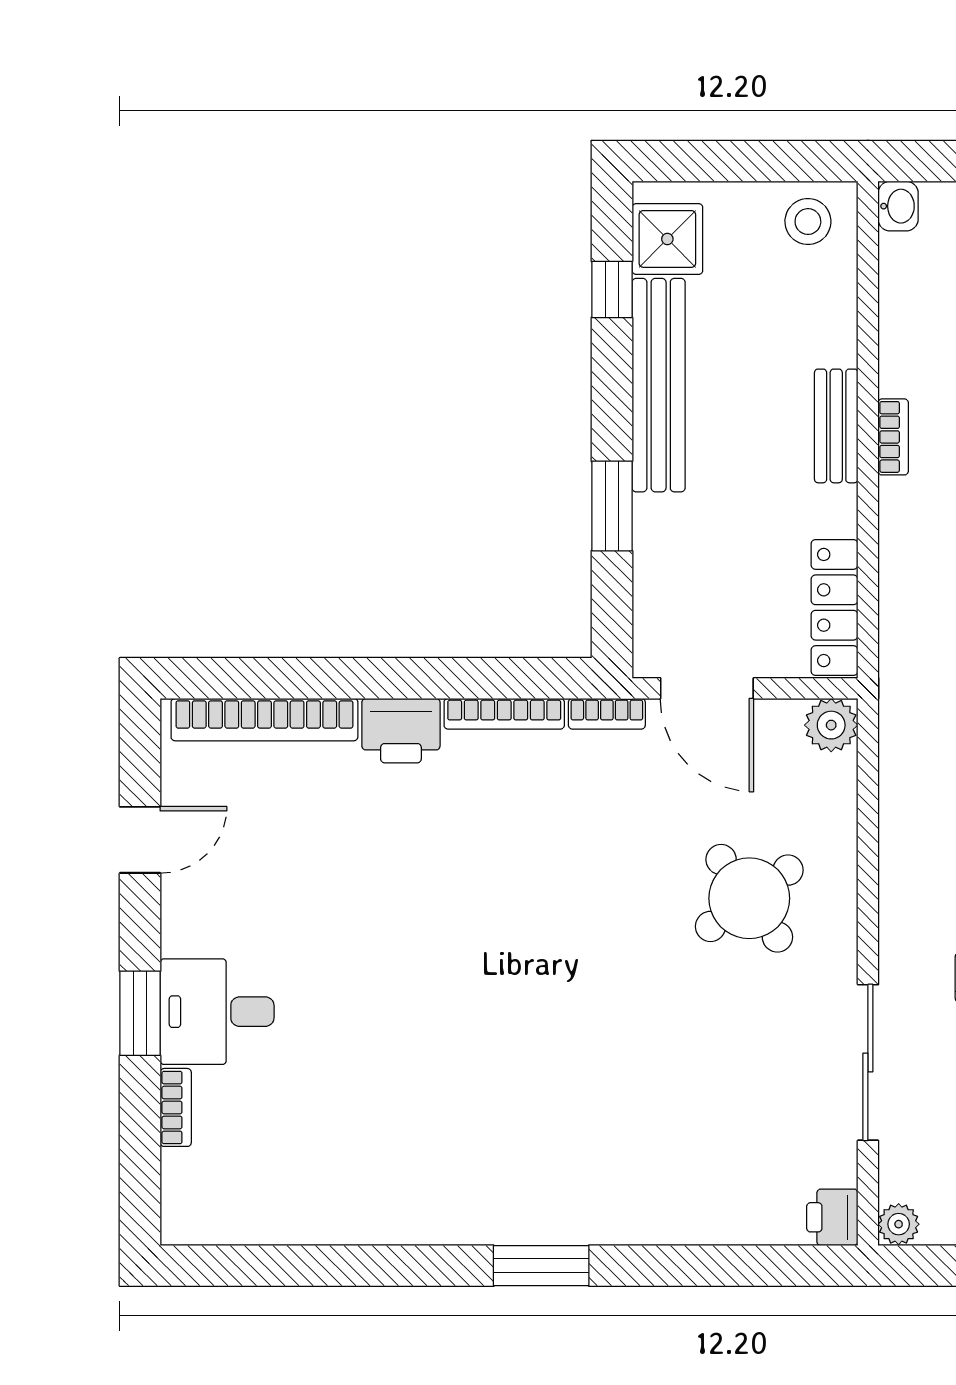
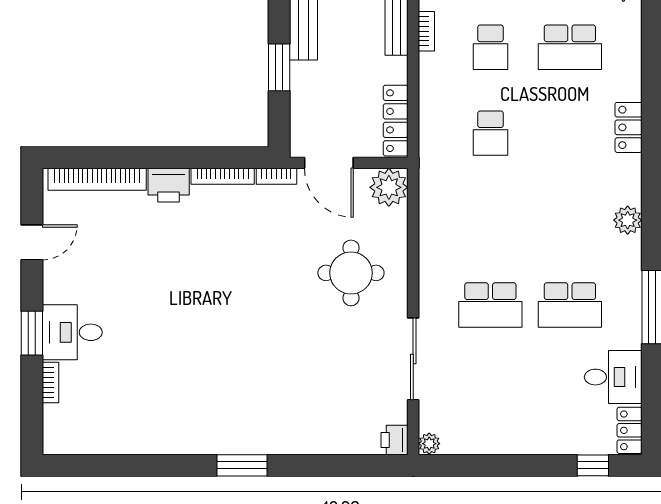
plant: (831, 725) -> (389, 187), width x1.36, depth x1.36
round table: (749, 898) -> (351, 273), turned 36

